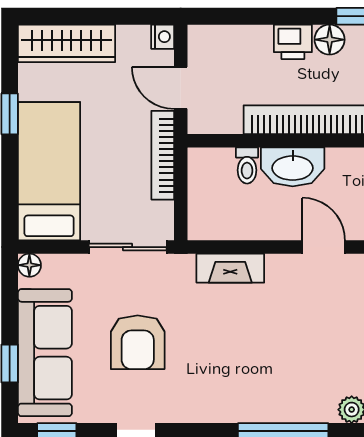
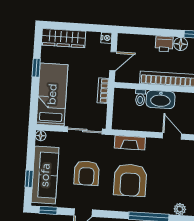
door: (181, 88) -> (113, 61), swing flipped
bookcase: (163, 155) -> (103, 91), width x0.64
armchair: (236, 352) -> (130, 180), added

